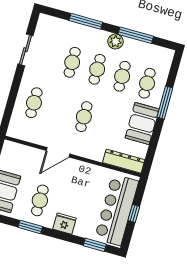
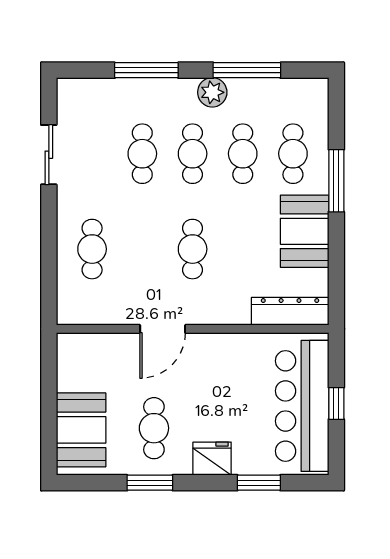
window: (95, 245) -> (259, 483), moved

